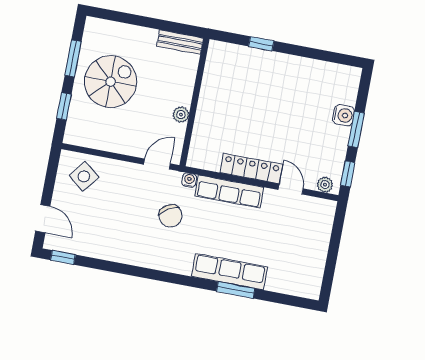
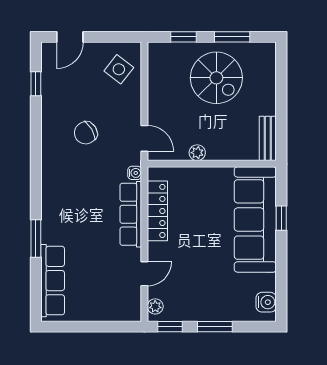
sofa: (258, 70) -> (255, 219), added
water cooler: (343, 115) -> (266, 302), moved, turned -90
locker: (251, 169) -> (157, 211), moved
chair: (171, 216) -> (86, 133), moved
window: (63, 257) -> (36, 84), moved
row of seats: (230, 272) -> (53, 281), moved

